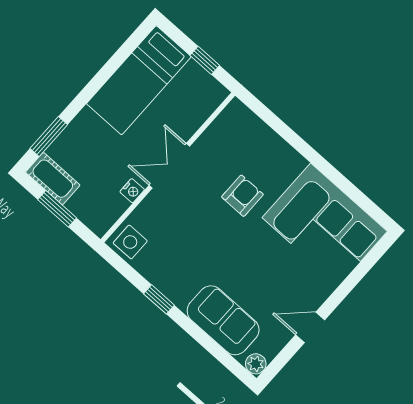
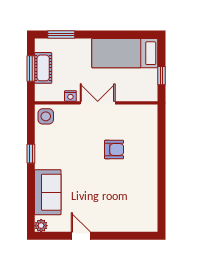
cot: (53, 179) -> (43, 68), moved
corner sofa: (325, 225) -> (135, 200), removed

